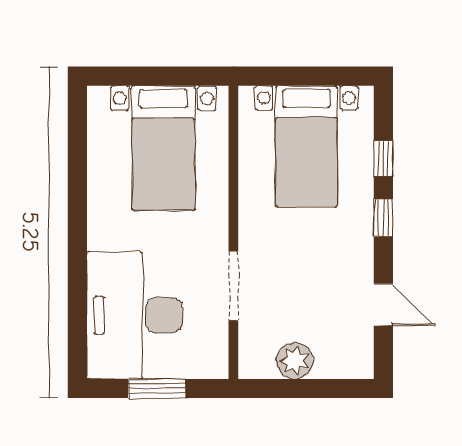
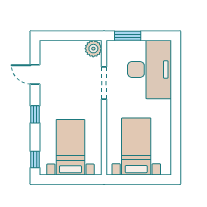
window: (383, 158) -> (35, 159), moved
plant: (295, 361) -> (93, 49), moved
window: (157, 388) -> (128, 36), moved

